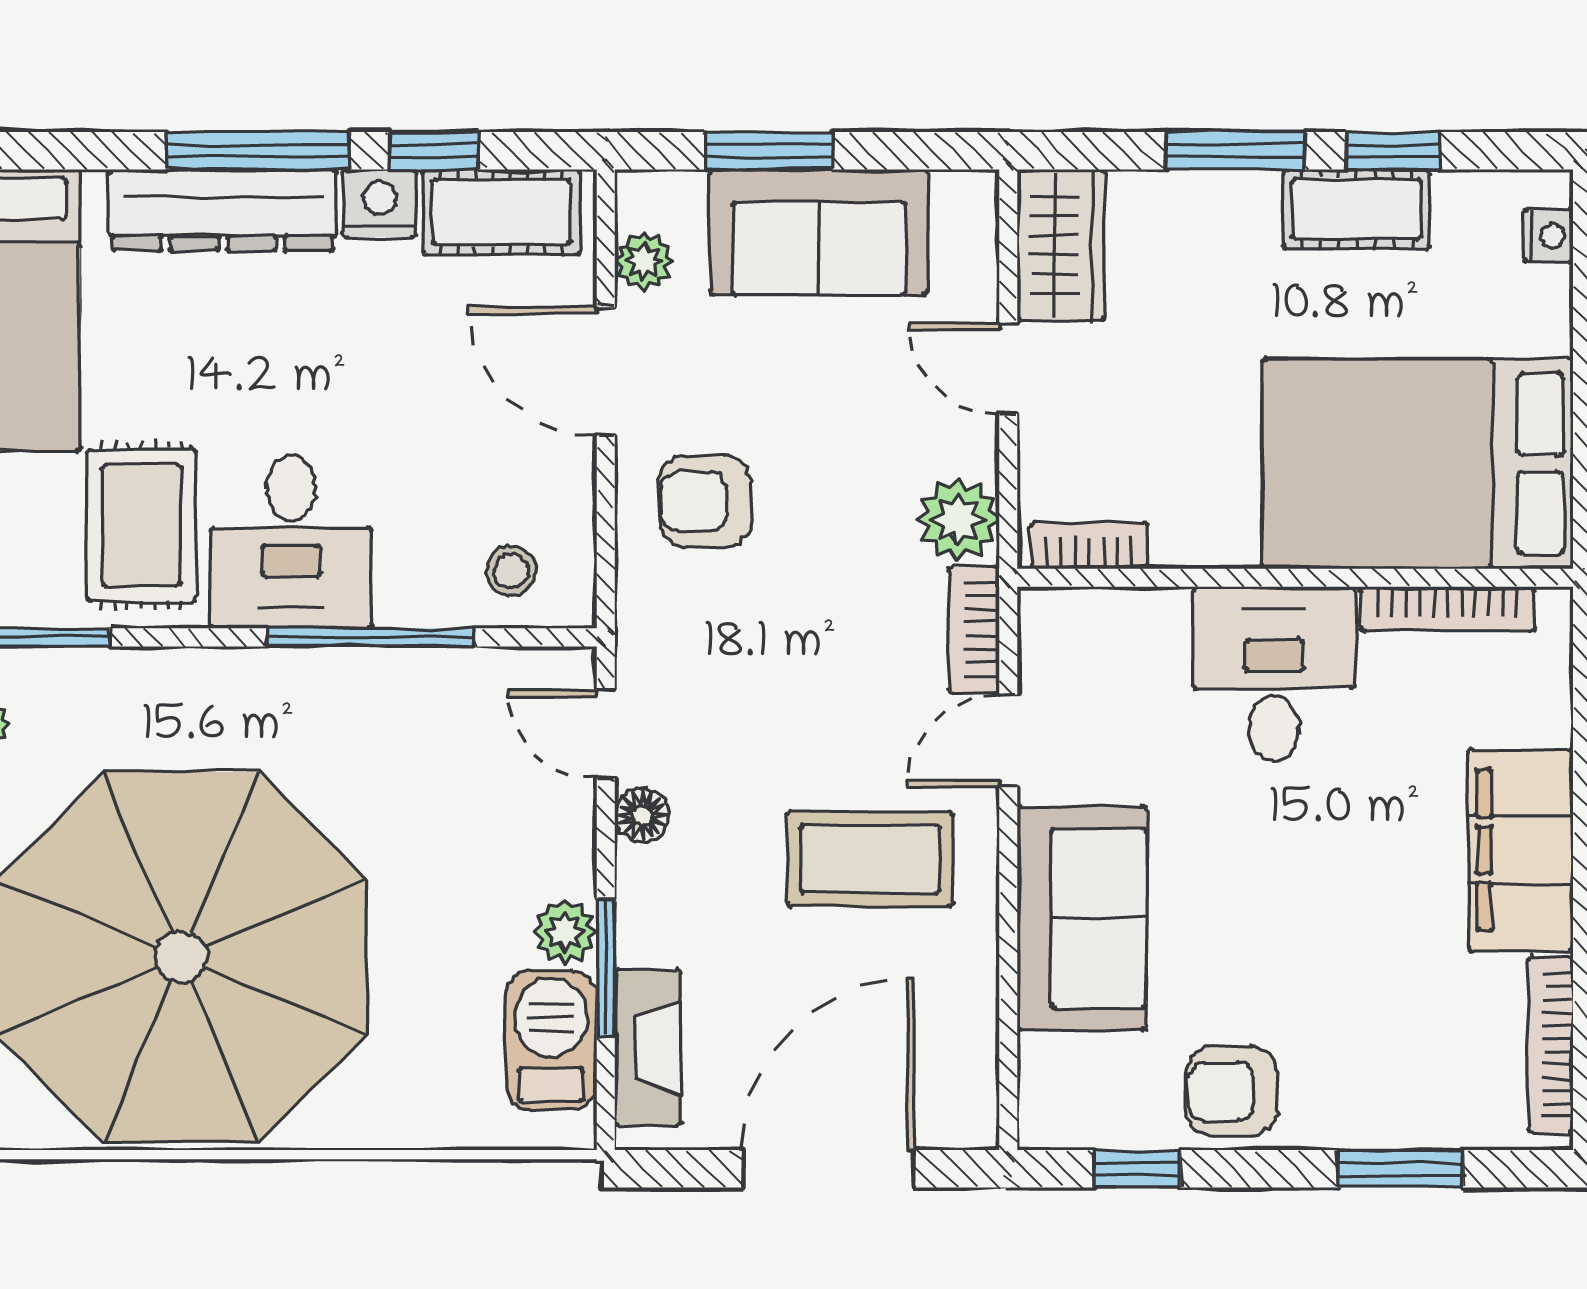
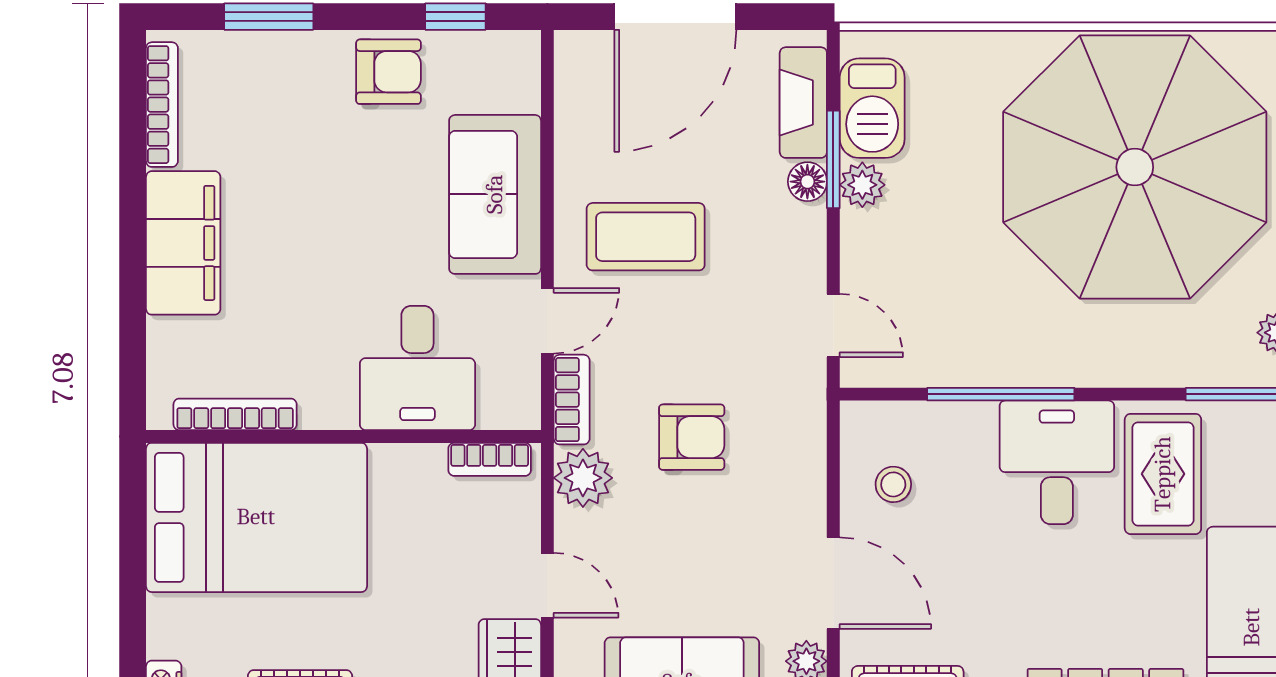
armchair: (705, 501) -> (692, 437), moved
stool: (511, 571) -> (893, 484), moved
desk: (1274, 674) -> (417, 368), moved
floor lamp: (642, 815) -> (807, 182), moved

